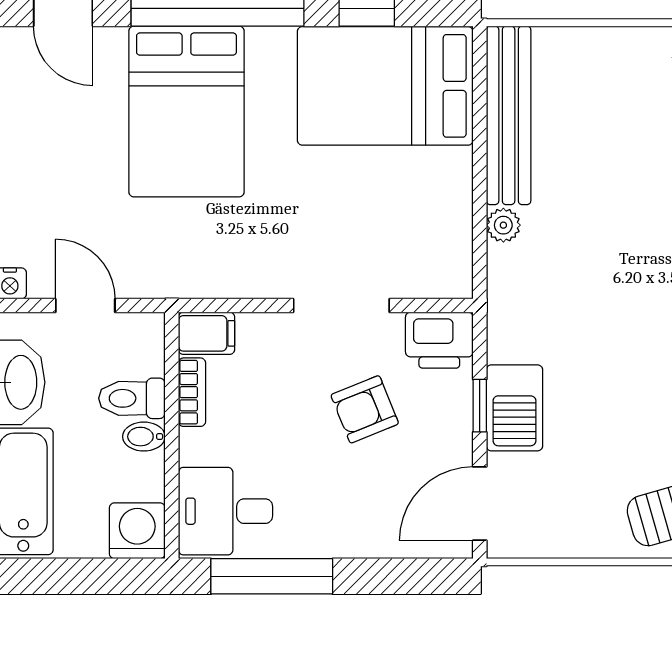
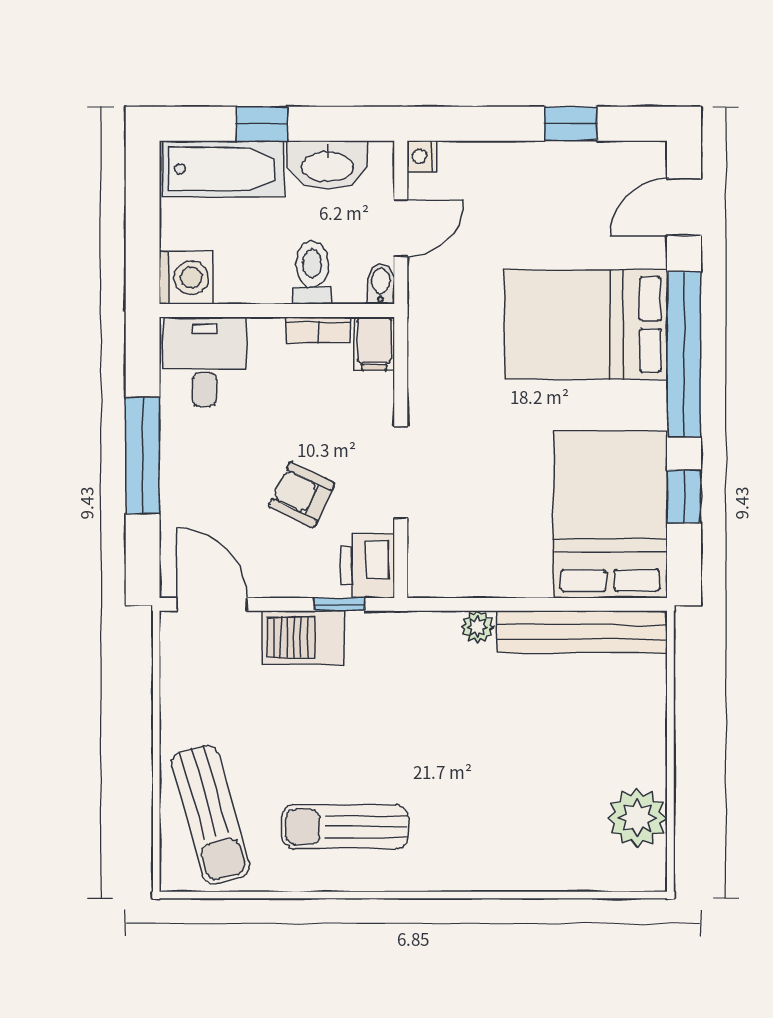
window: (480, 406) -> (340, 604), moved
armchair: (365, 409) -> (302, 495), turned -42
bidet: (144, 437) -> (381, 284), moved
window: (272, 576) -> (143, 456), moved

